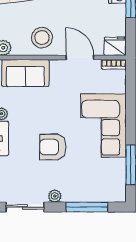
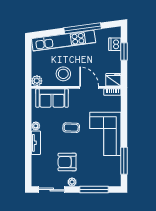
coffee table: (53, 116) -> (71, 128), added
armchair: (53, 147) -> (67, 162), moved

